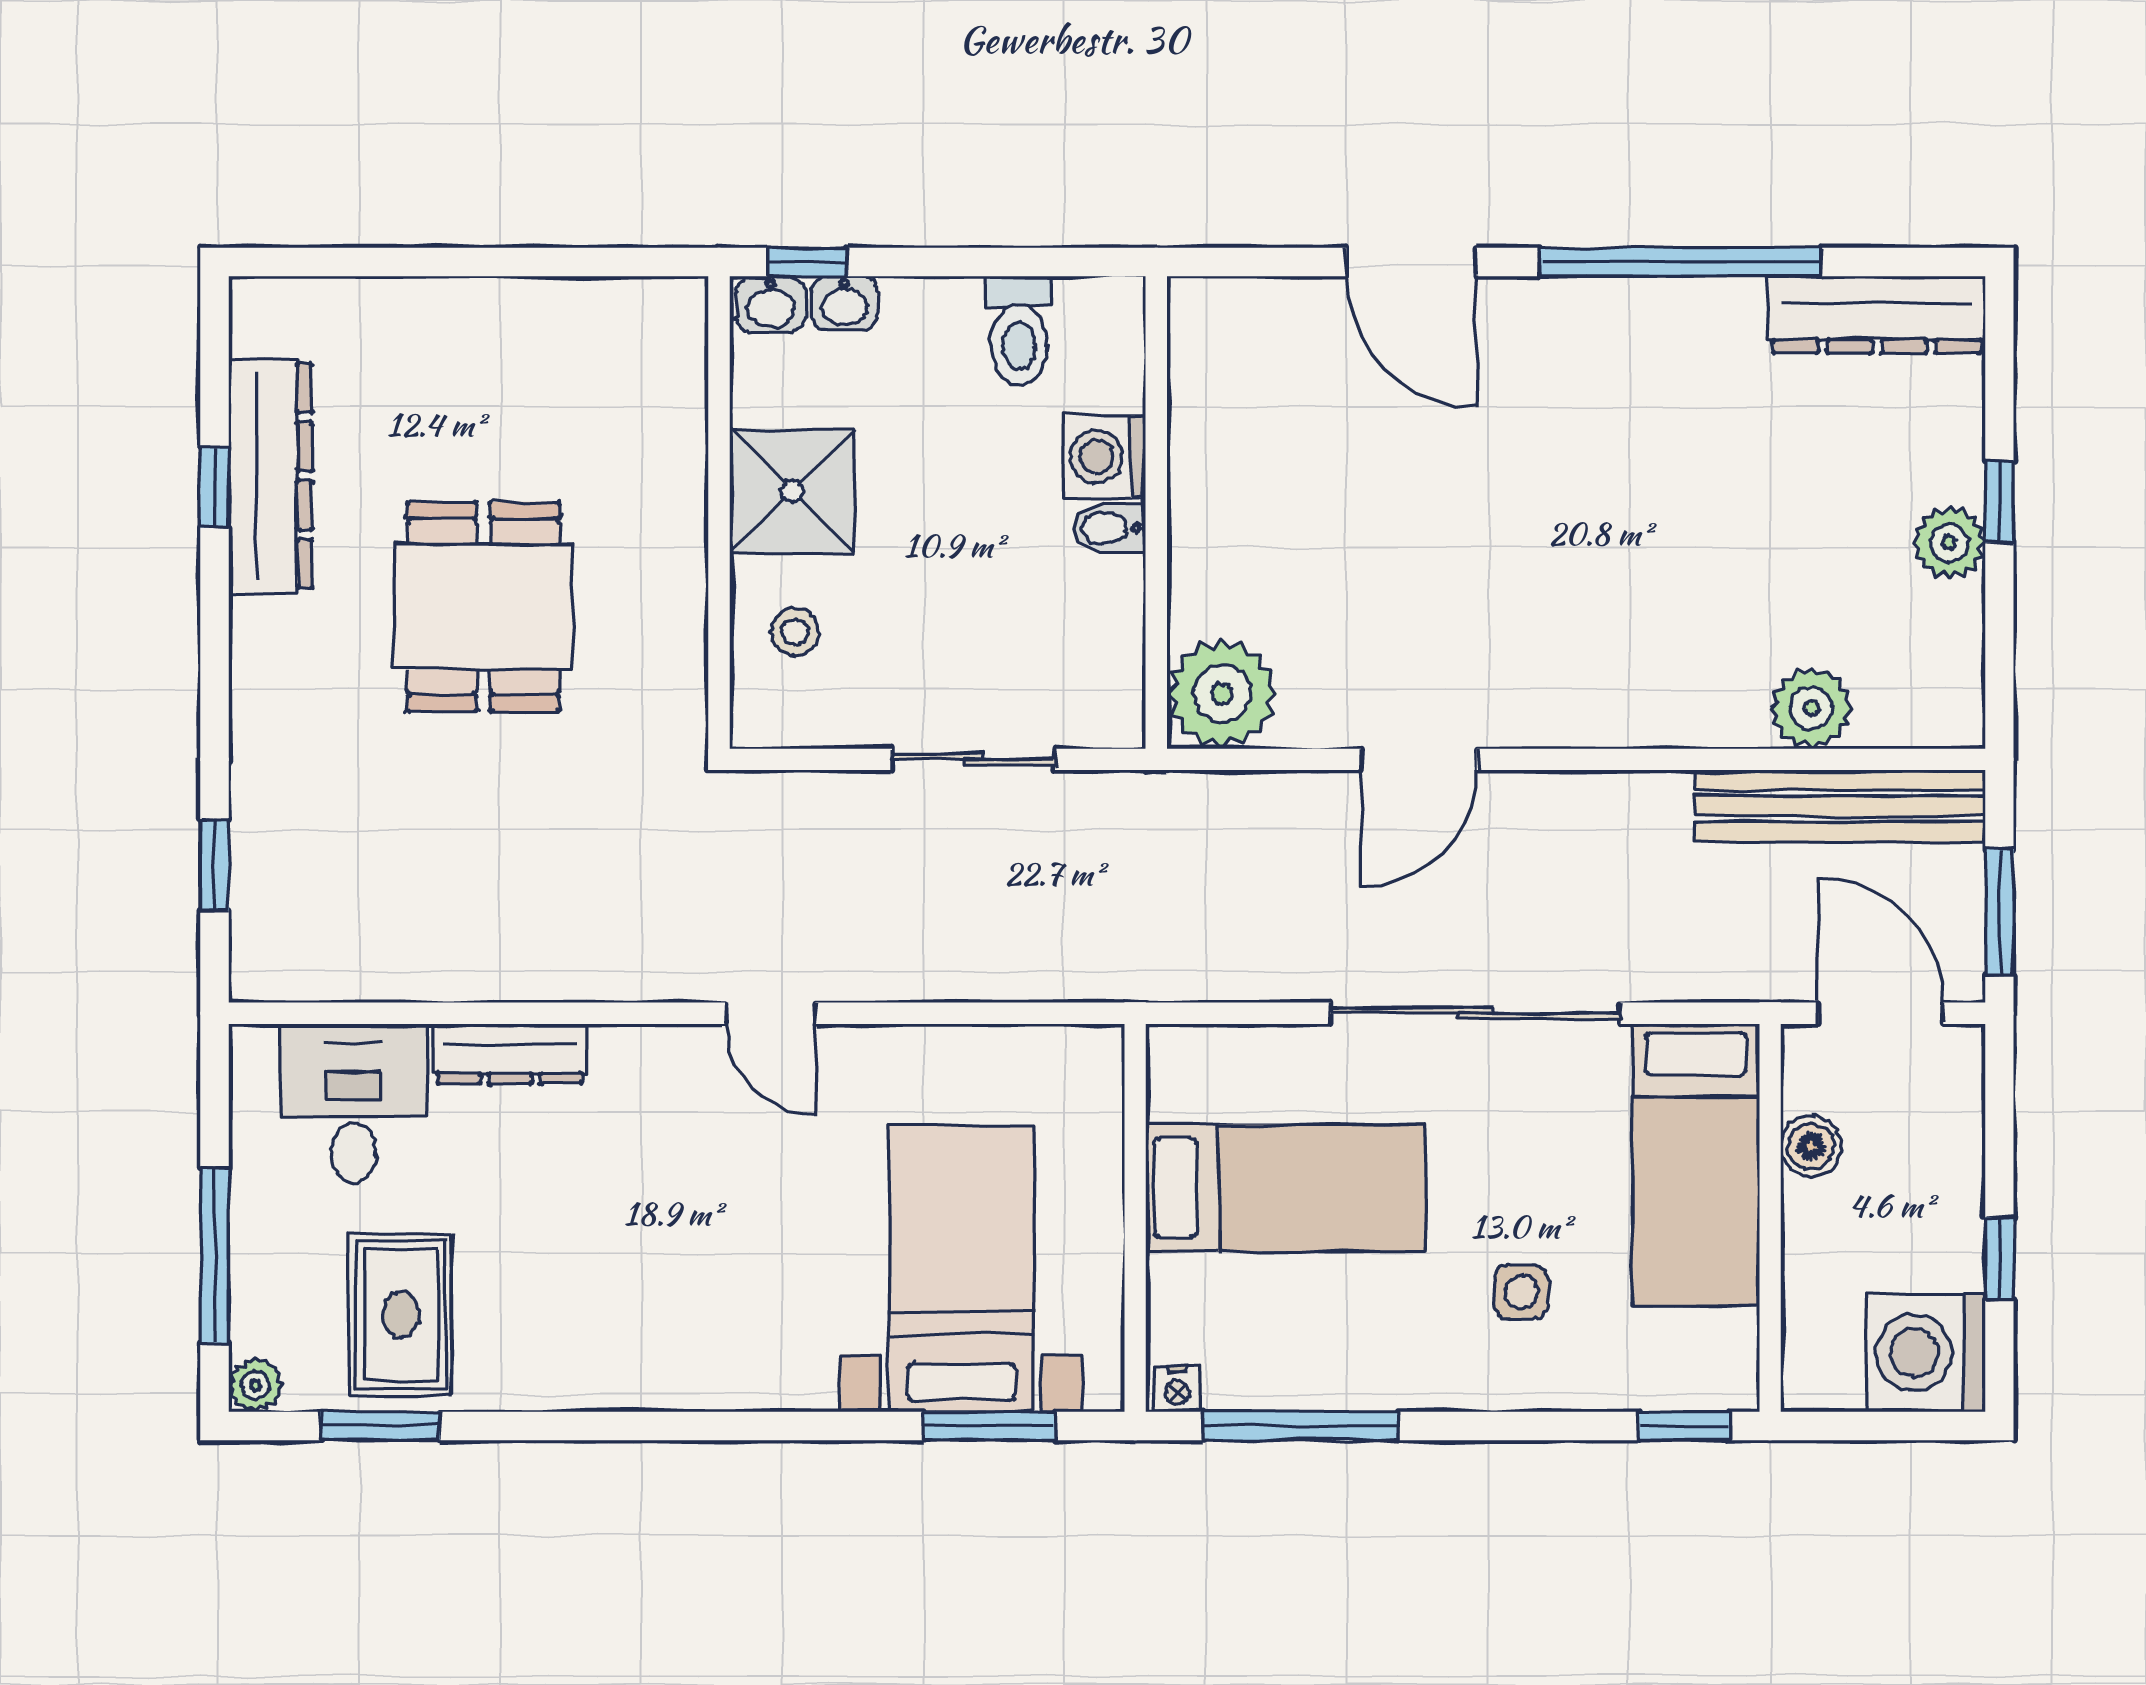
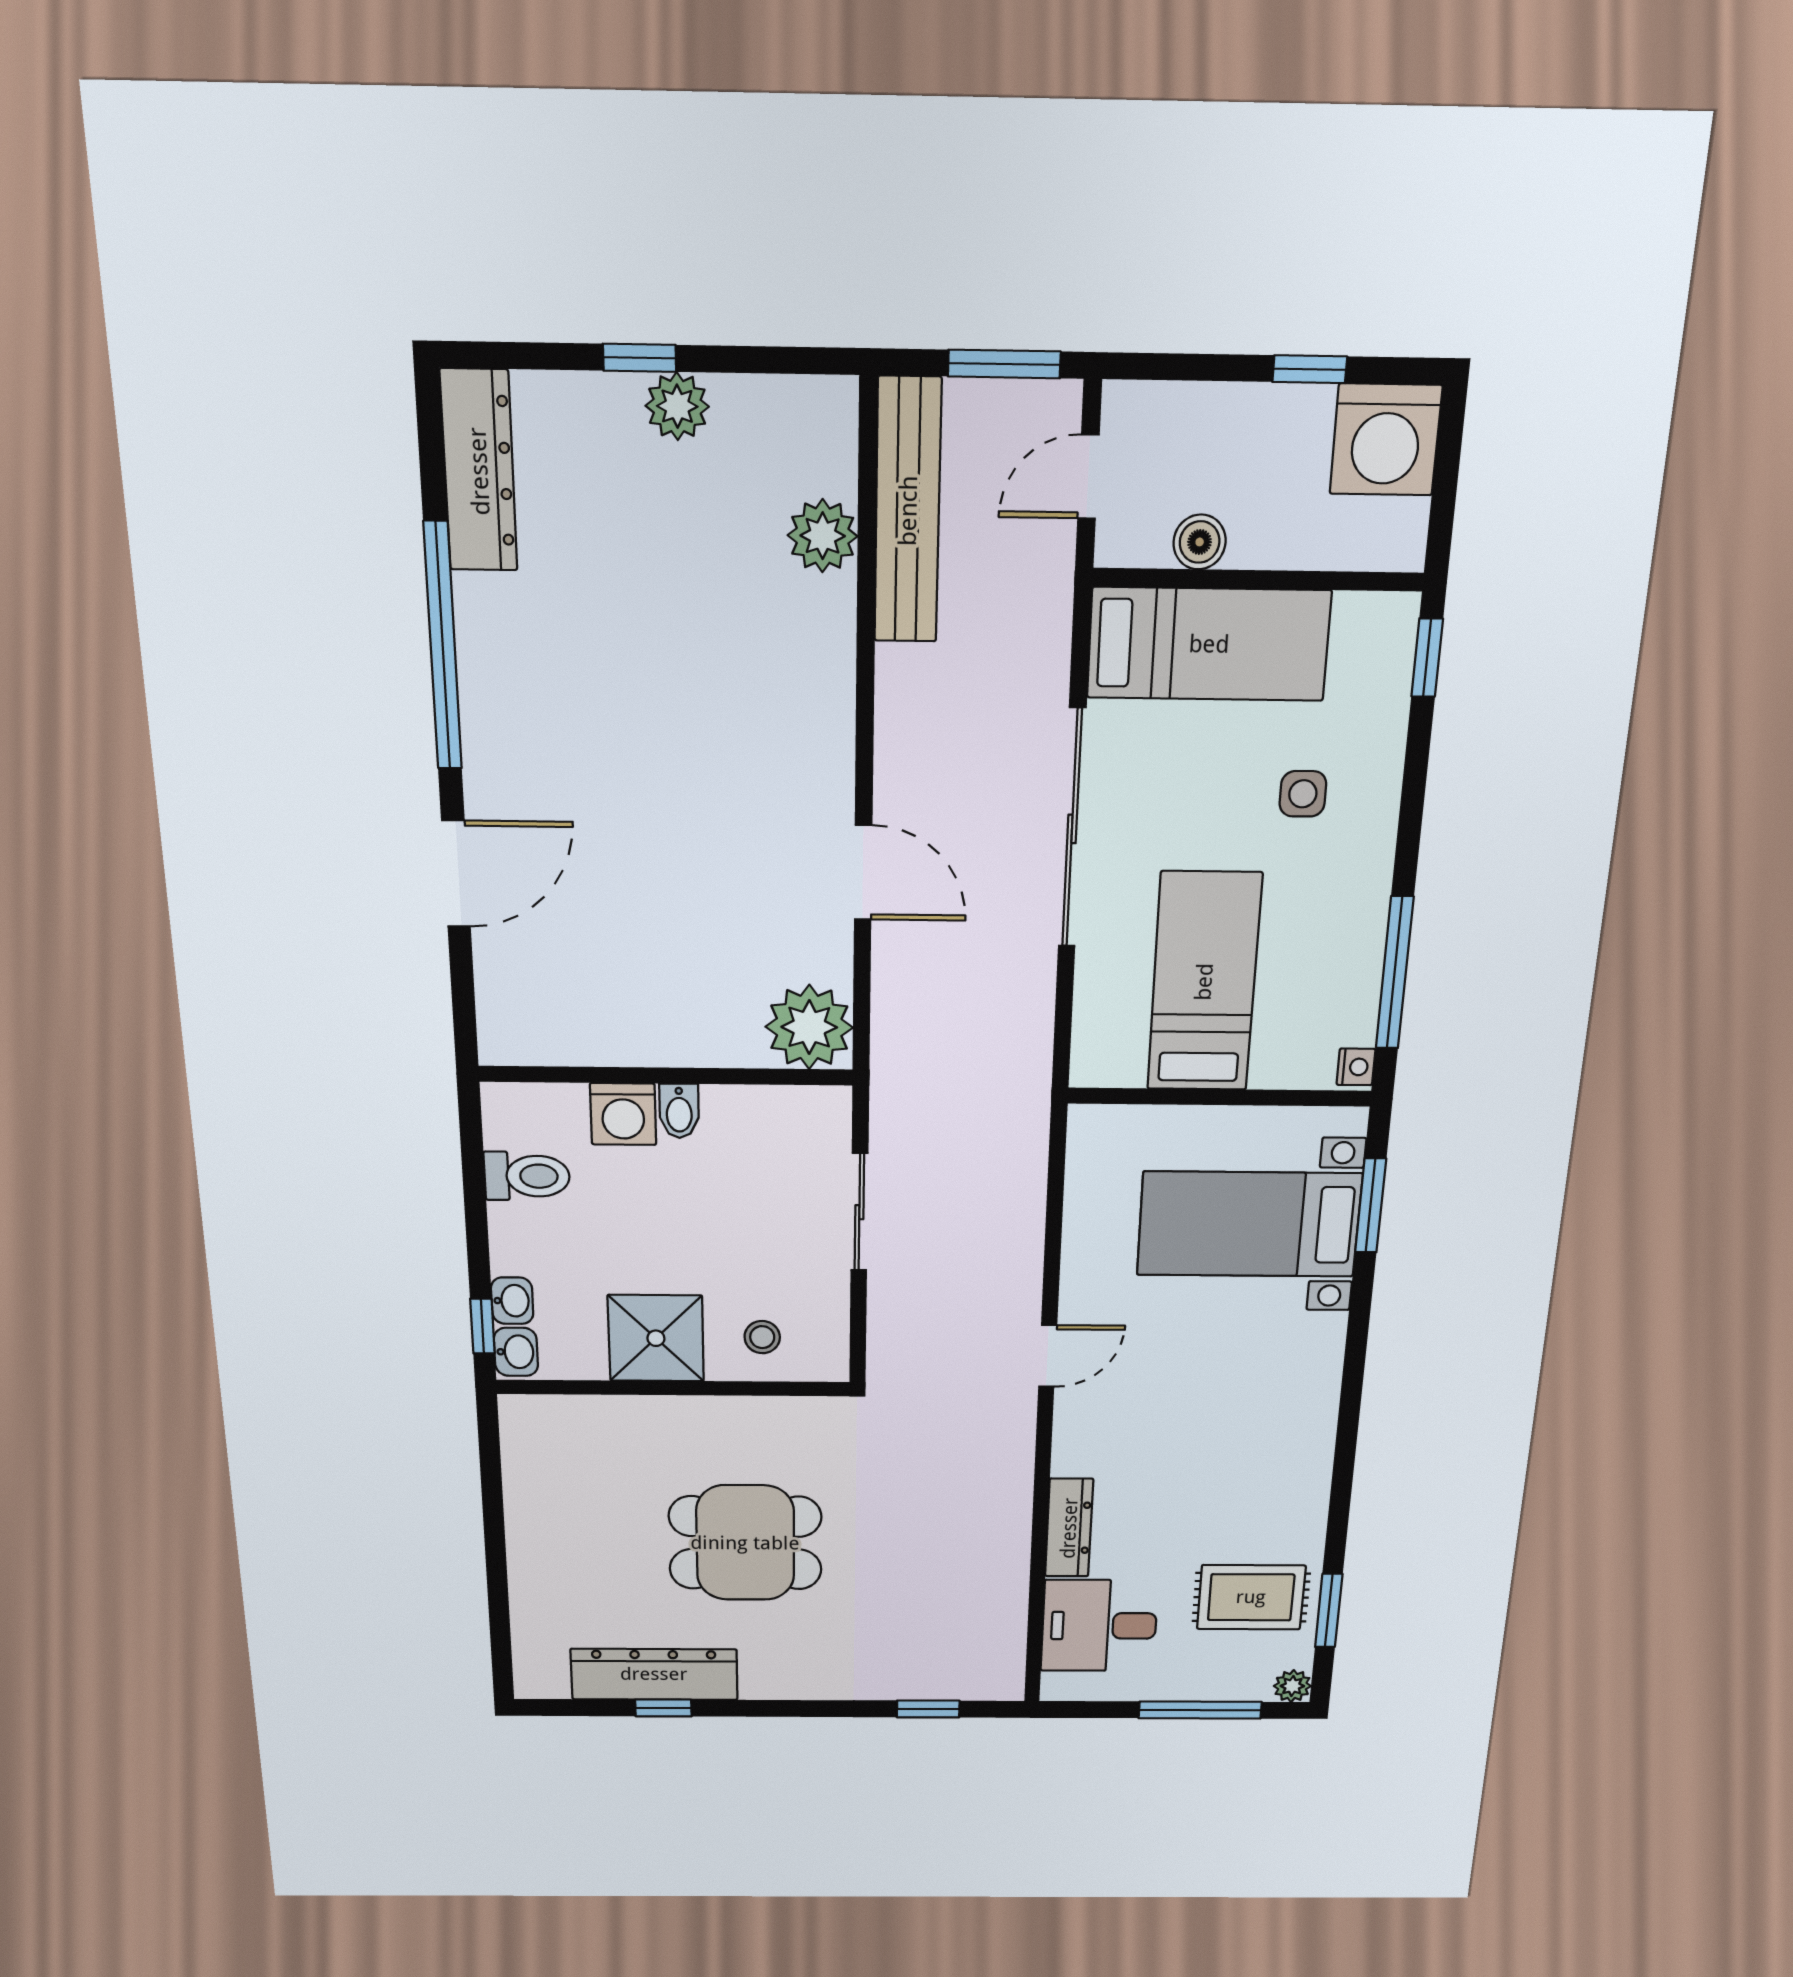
door: (1881, 1013) -> (1088, 477), width x0.73

